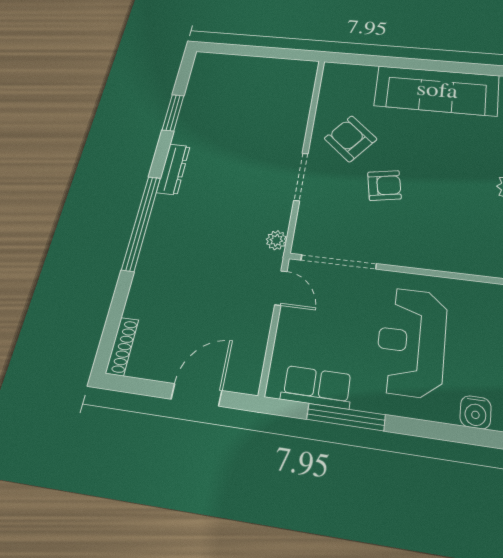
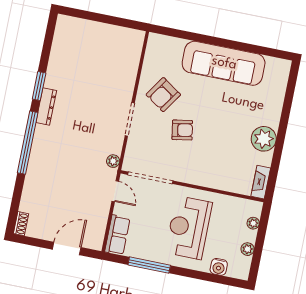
window: (173, 113) -> (39, 86), moved
armchair: (351, 139) -> (163, 95), turned -96
shoe rack: (122, 346) -> (21, 224), width x0.70
row of seats: (317, 387) -> (117, 235), moved, turned 90

